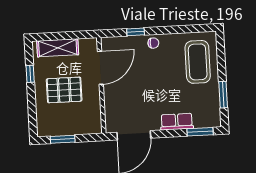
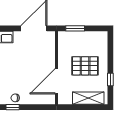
window: (136, 32) -> (13, 107), moved
window: (63, 139) -> (75, 28), moved

